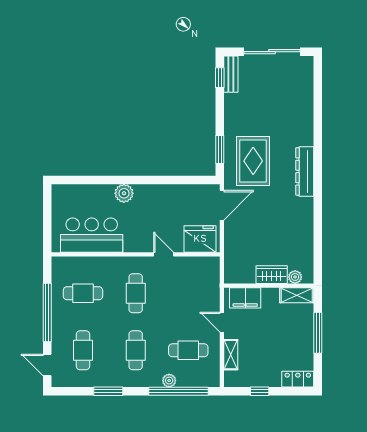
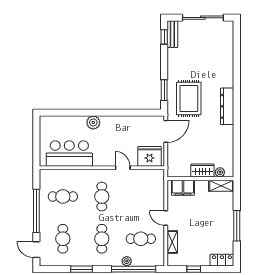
wardrobe: (272, 275) -> (202, 171), moved
plant: (295, 277) -> (220, 172), moved
wall: (269, 286) -> (200, 179), moved
shelving: (297, 295) -> (221, 186), moved
filing cabinet: (245, 298) -> (183, 188), moved

